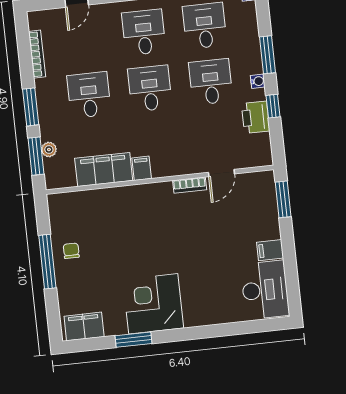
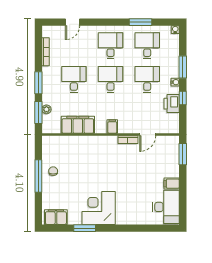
filing cabinet: (142, 168) -> (112, 126), moved

